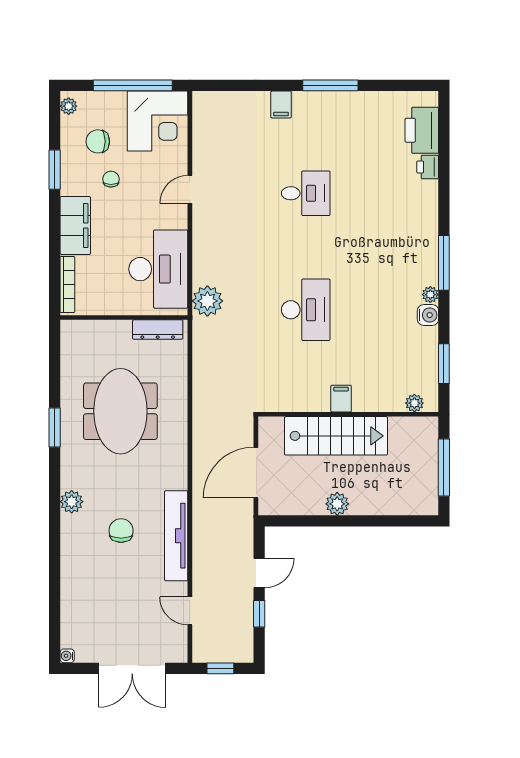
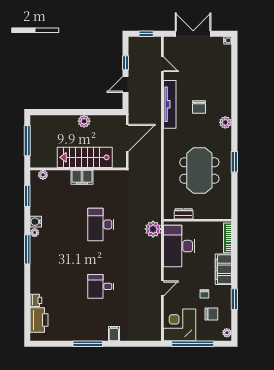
dresser: (158, 329) -> (184, 214), width x0.70
filing cabinet: (341, 399) -> (82, 177), width x2.00

